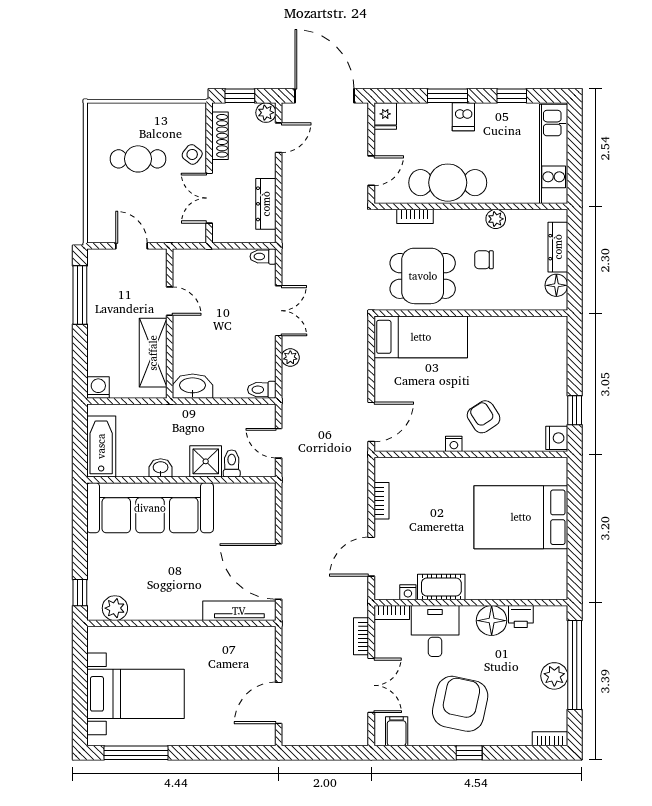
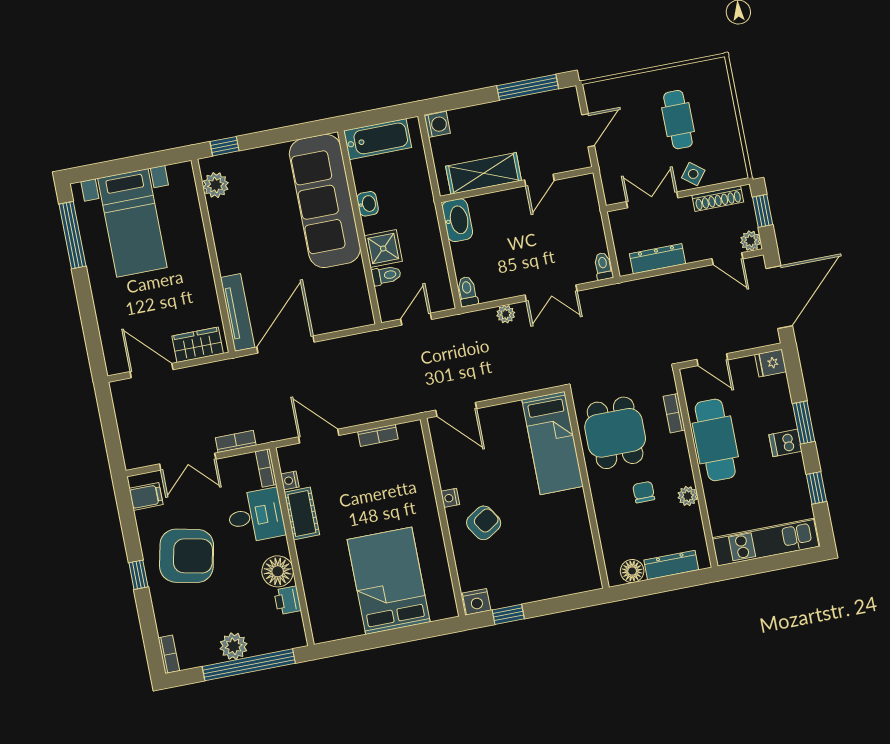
wardrobe: (263, 655) -> (198, 345), added

